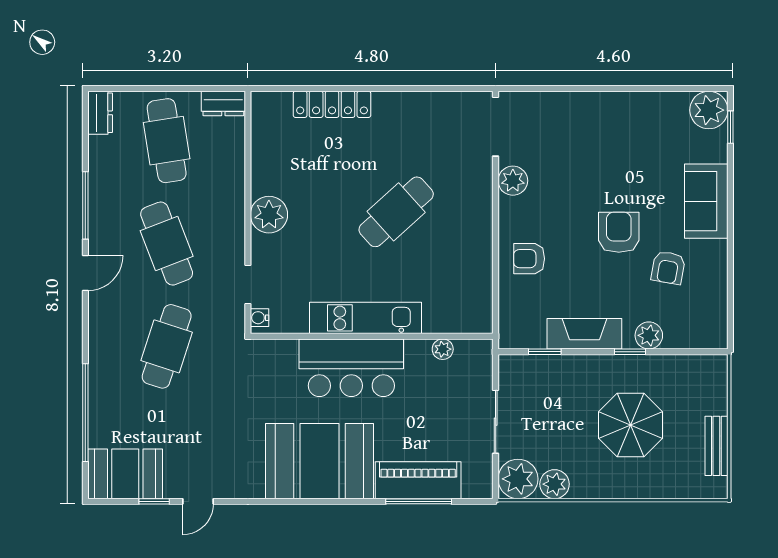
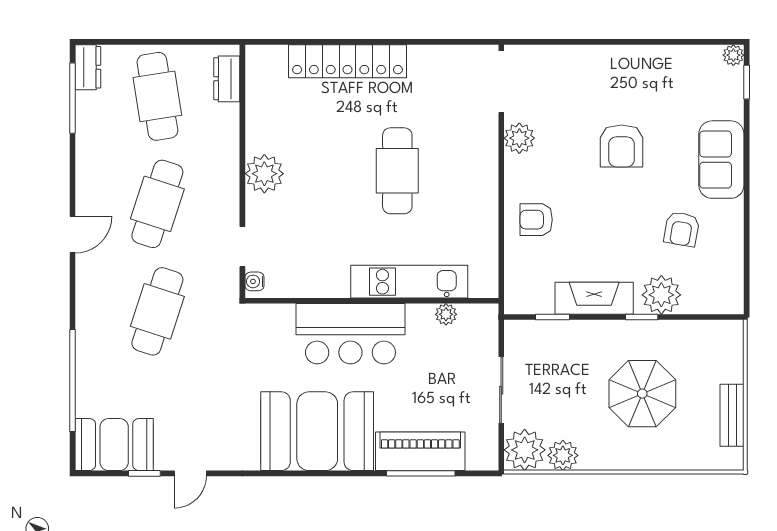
dresser: (223, 104) -> (227, 79), moved, turned 90
locker: (332, 104) -> (348, 61), width x1.41, depth x1.21
plant: (709, 110) -> (733, 55), width x0.53, depth x0.53
window: (85, 205) -> (72, 98), moved
cafe table: (396, 212) -> (397, 171), turned -48
armchair: (619, 232) -> (622, 146), moved, turned 180
cafe table: (167, 244) -> (157, 204), turned 39
kitchen unit: (366, 318) -> (409, 282), moved
plant: (649, 335) -> (661, 295), width x1.36, depth x1.36

